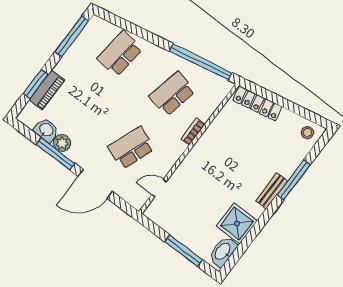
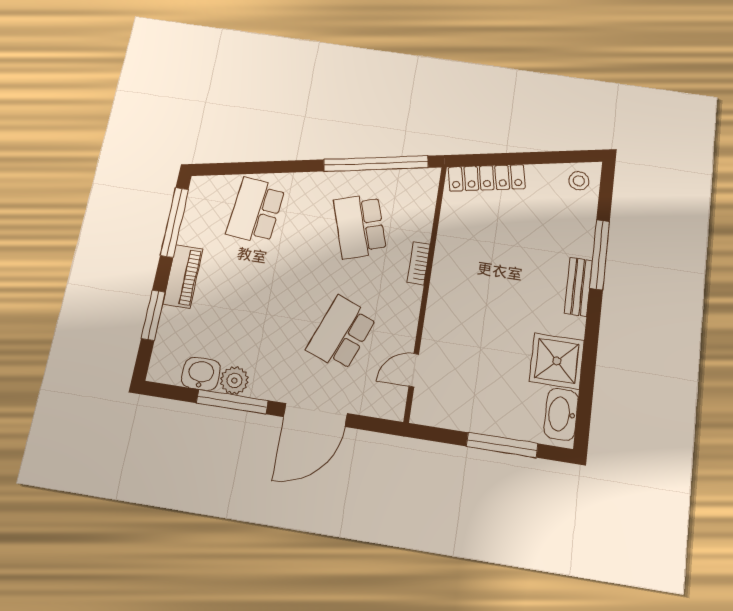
piano: (47, 90) -> (183, 276), moved
school desk: (172, 94) -> (360, 226), turned -30

